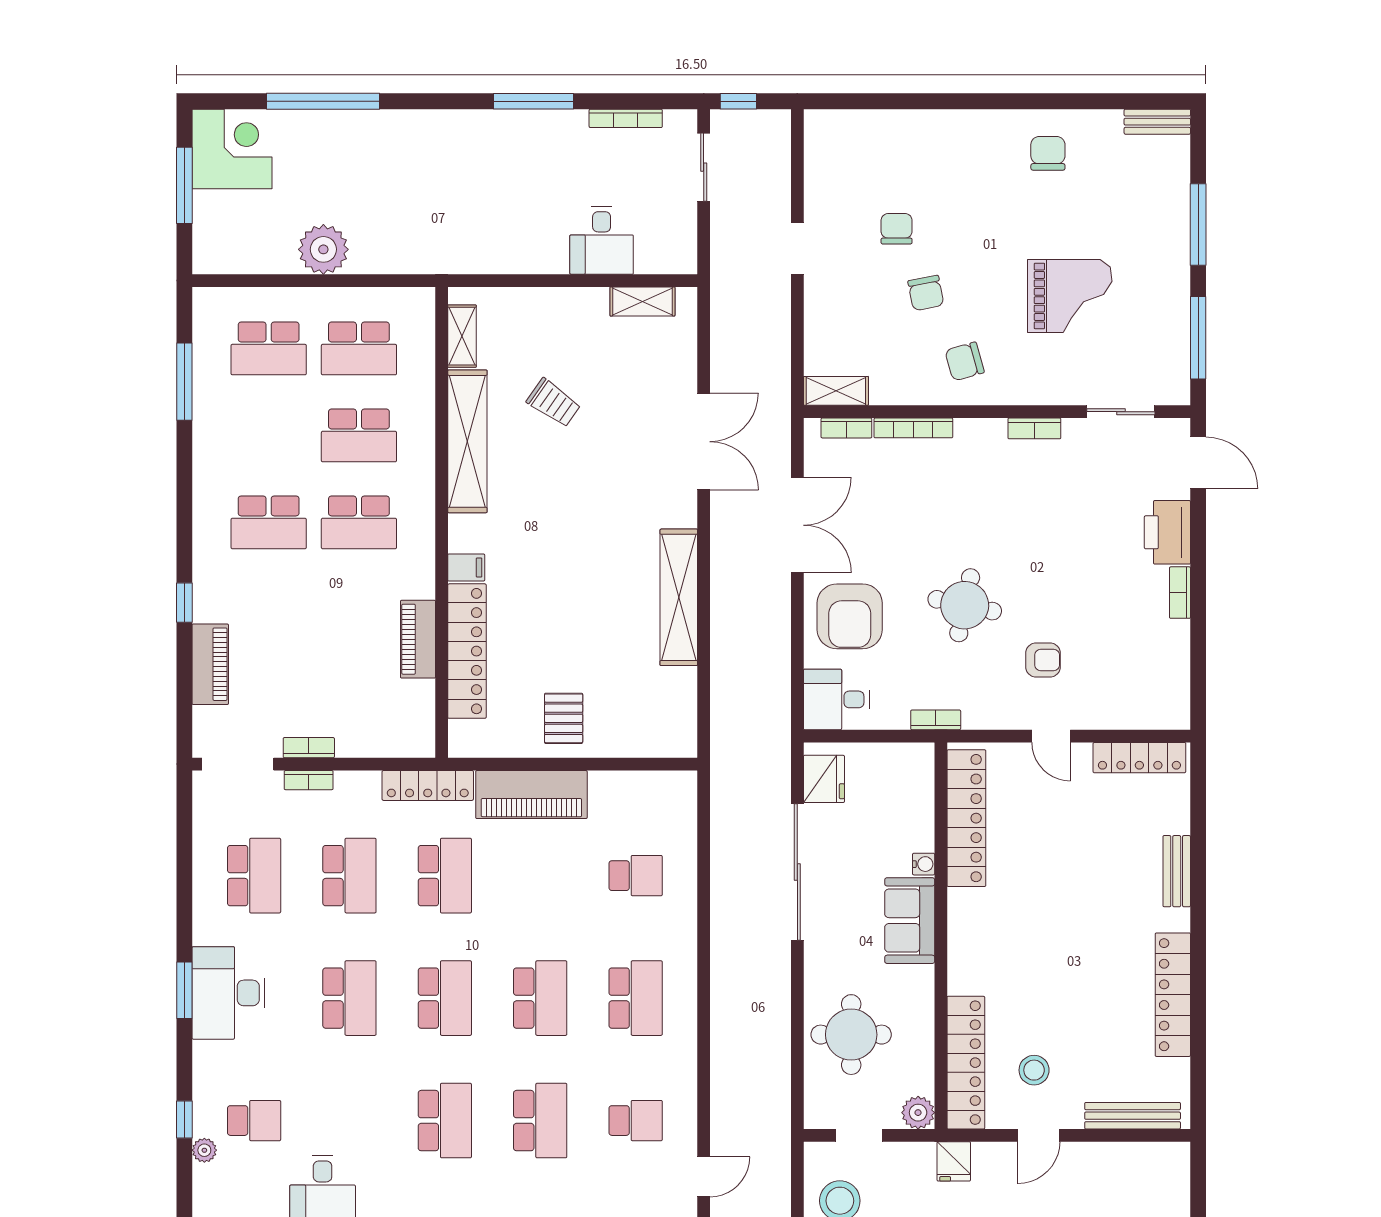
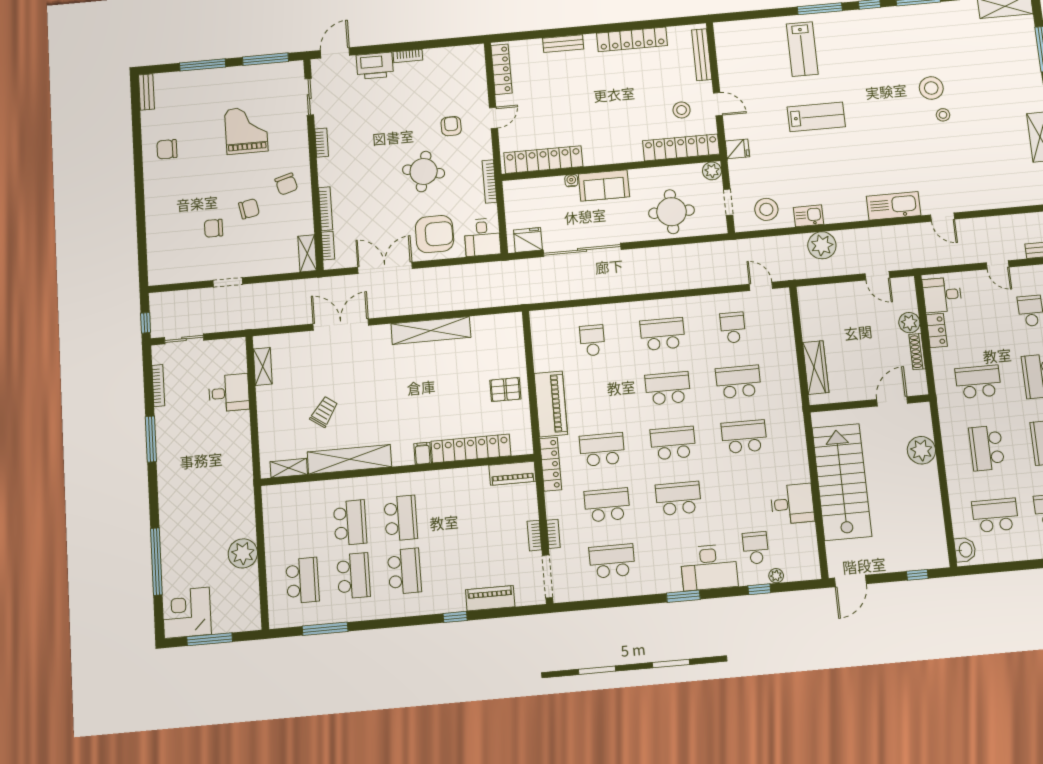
school desk: (359, 348) -> (353, 576), moved
piano: (418, 639) -> (512, 473), moved
bookcase: (936, 720) -> (489, 181), width x1.56
desk: (229, 993) -> (709, 567), moved

